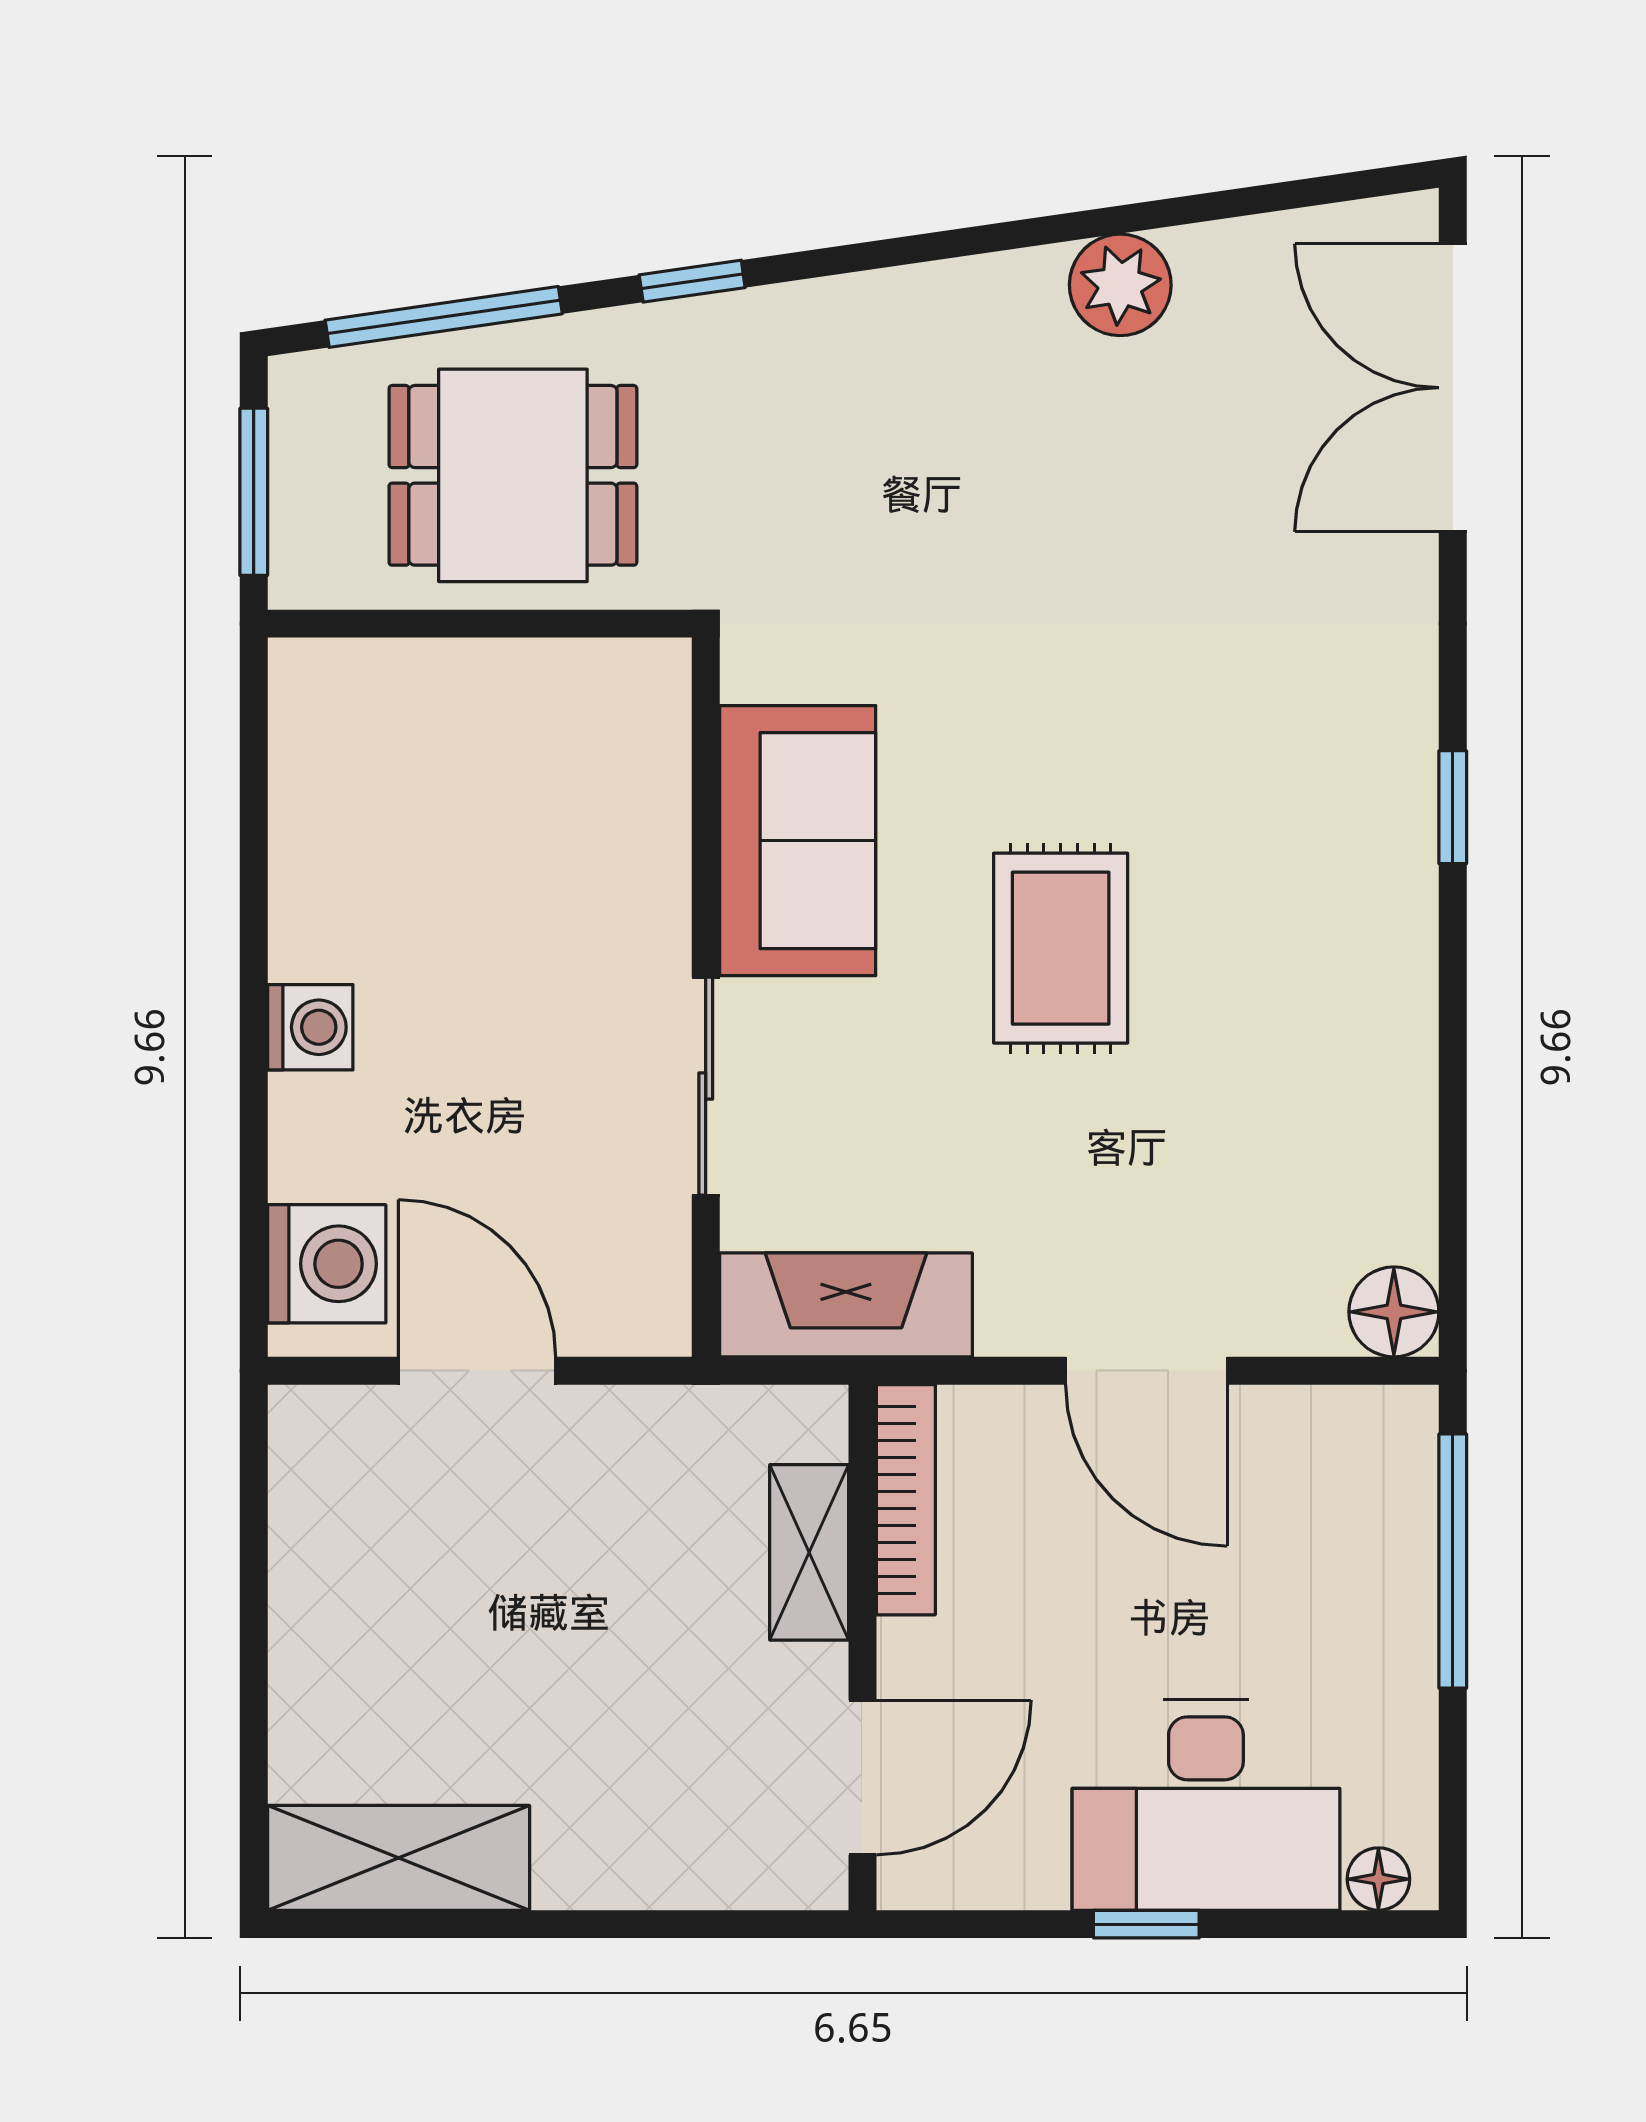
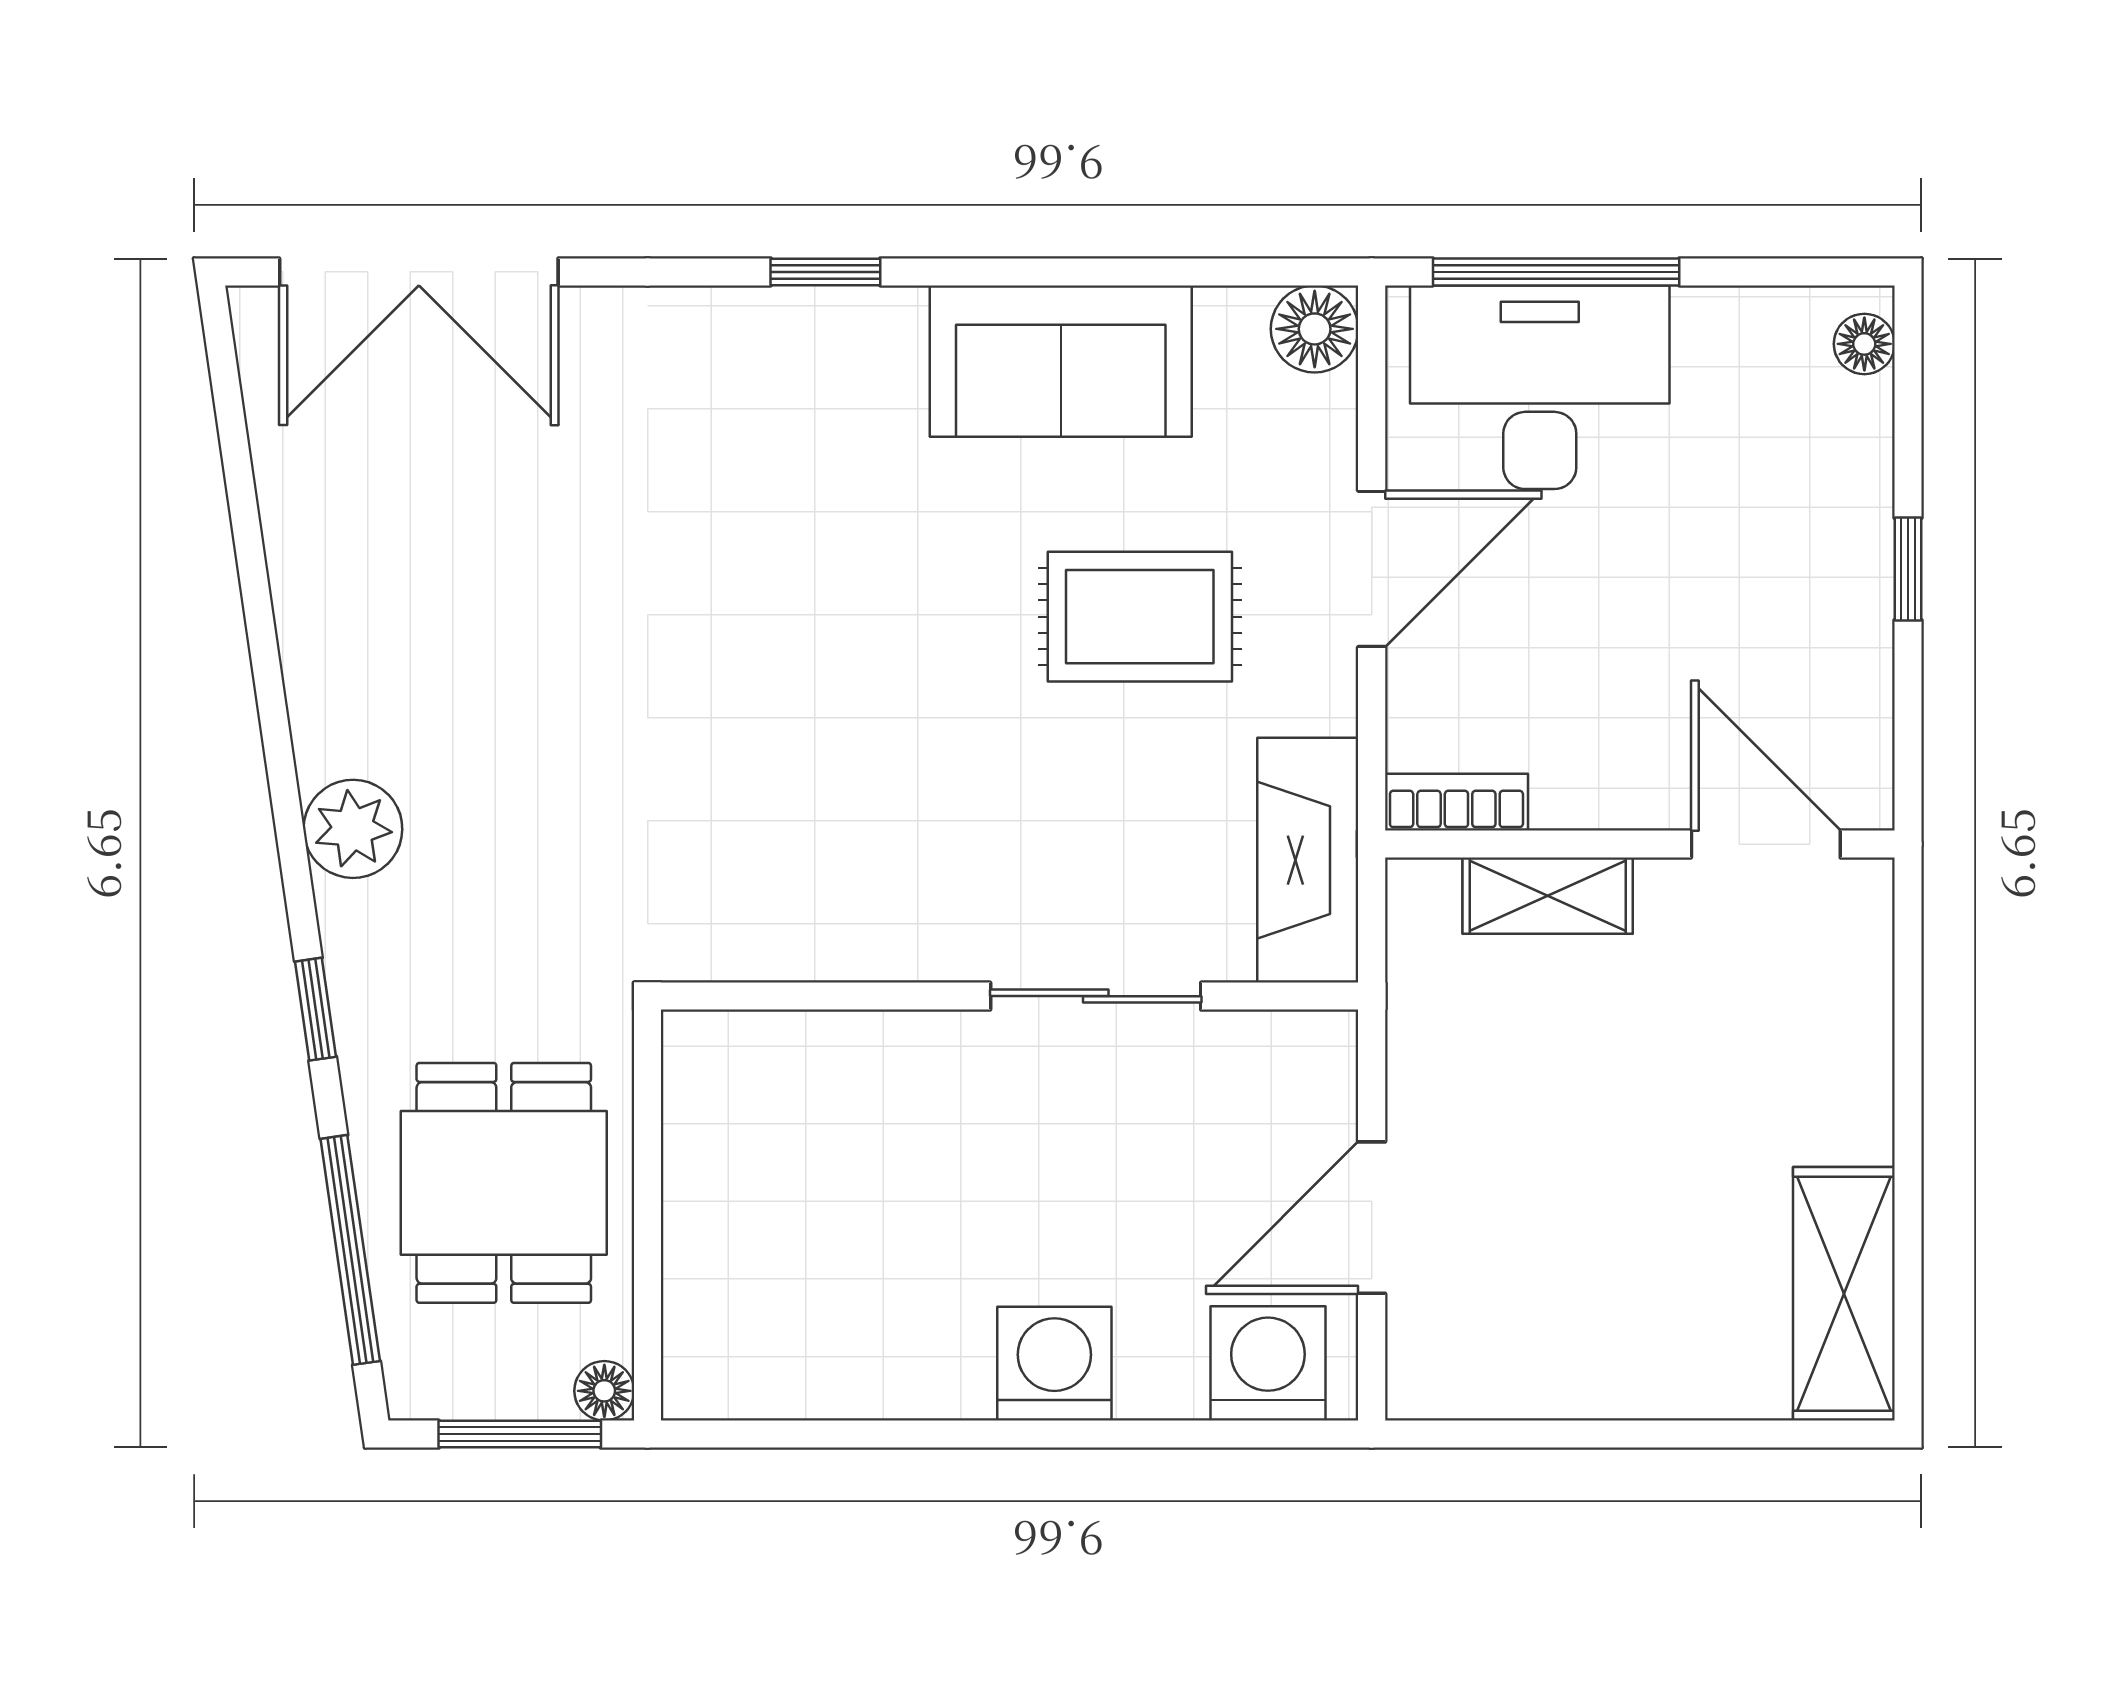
plant: (1120, 285) -> (353, 829), moved
floor lamp: (298, 579) -> (604, 1391), added
sofa: (798, 841) -> (1061, 361), moved, turned 180
rug: (1061, 948) -> (1140, 617), moved
washing machine: (310, 1027) -> (1054, 1364), width x1.38, depth x1.38
bookcase: (906, 1500) -> (1456, 802), width x0.64
desk: (1206, 1805) -> (1540, 387), moved, turned -90

